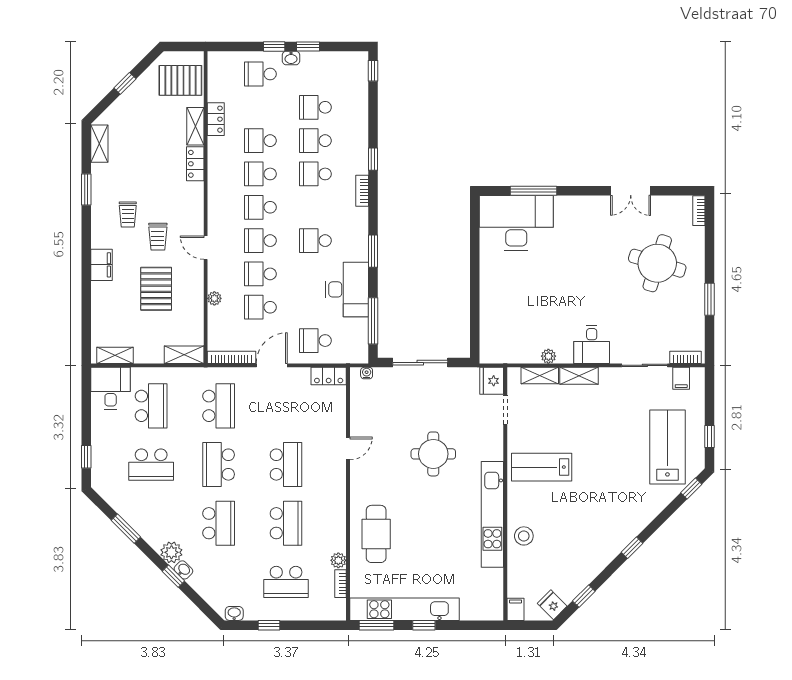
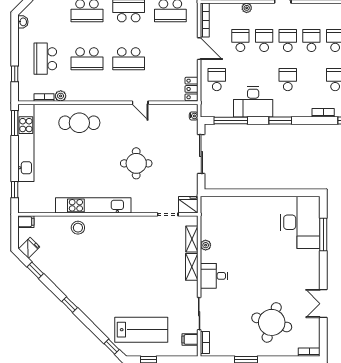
lab bench: (542, 467) -> (127, 240), removed
window: (269, 625) -> (15, 74), moved
window: (424, 625) -> (15, 190), moved

